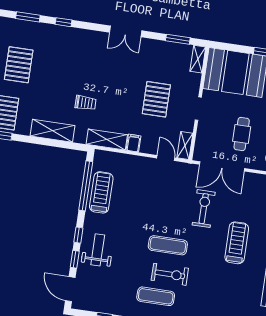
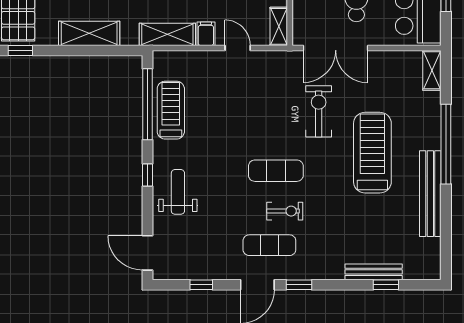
door: (166, 158) -> (238, 48), moved
treadmill: (237, 243) -> (372, 153), width x1.37, depth x1.38
window: (75, 259) -> (147, 210), removed
exercise bike: (170, 274) -> (285, 211), width x0.73, depth x0.72

